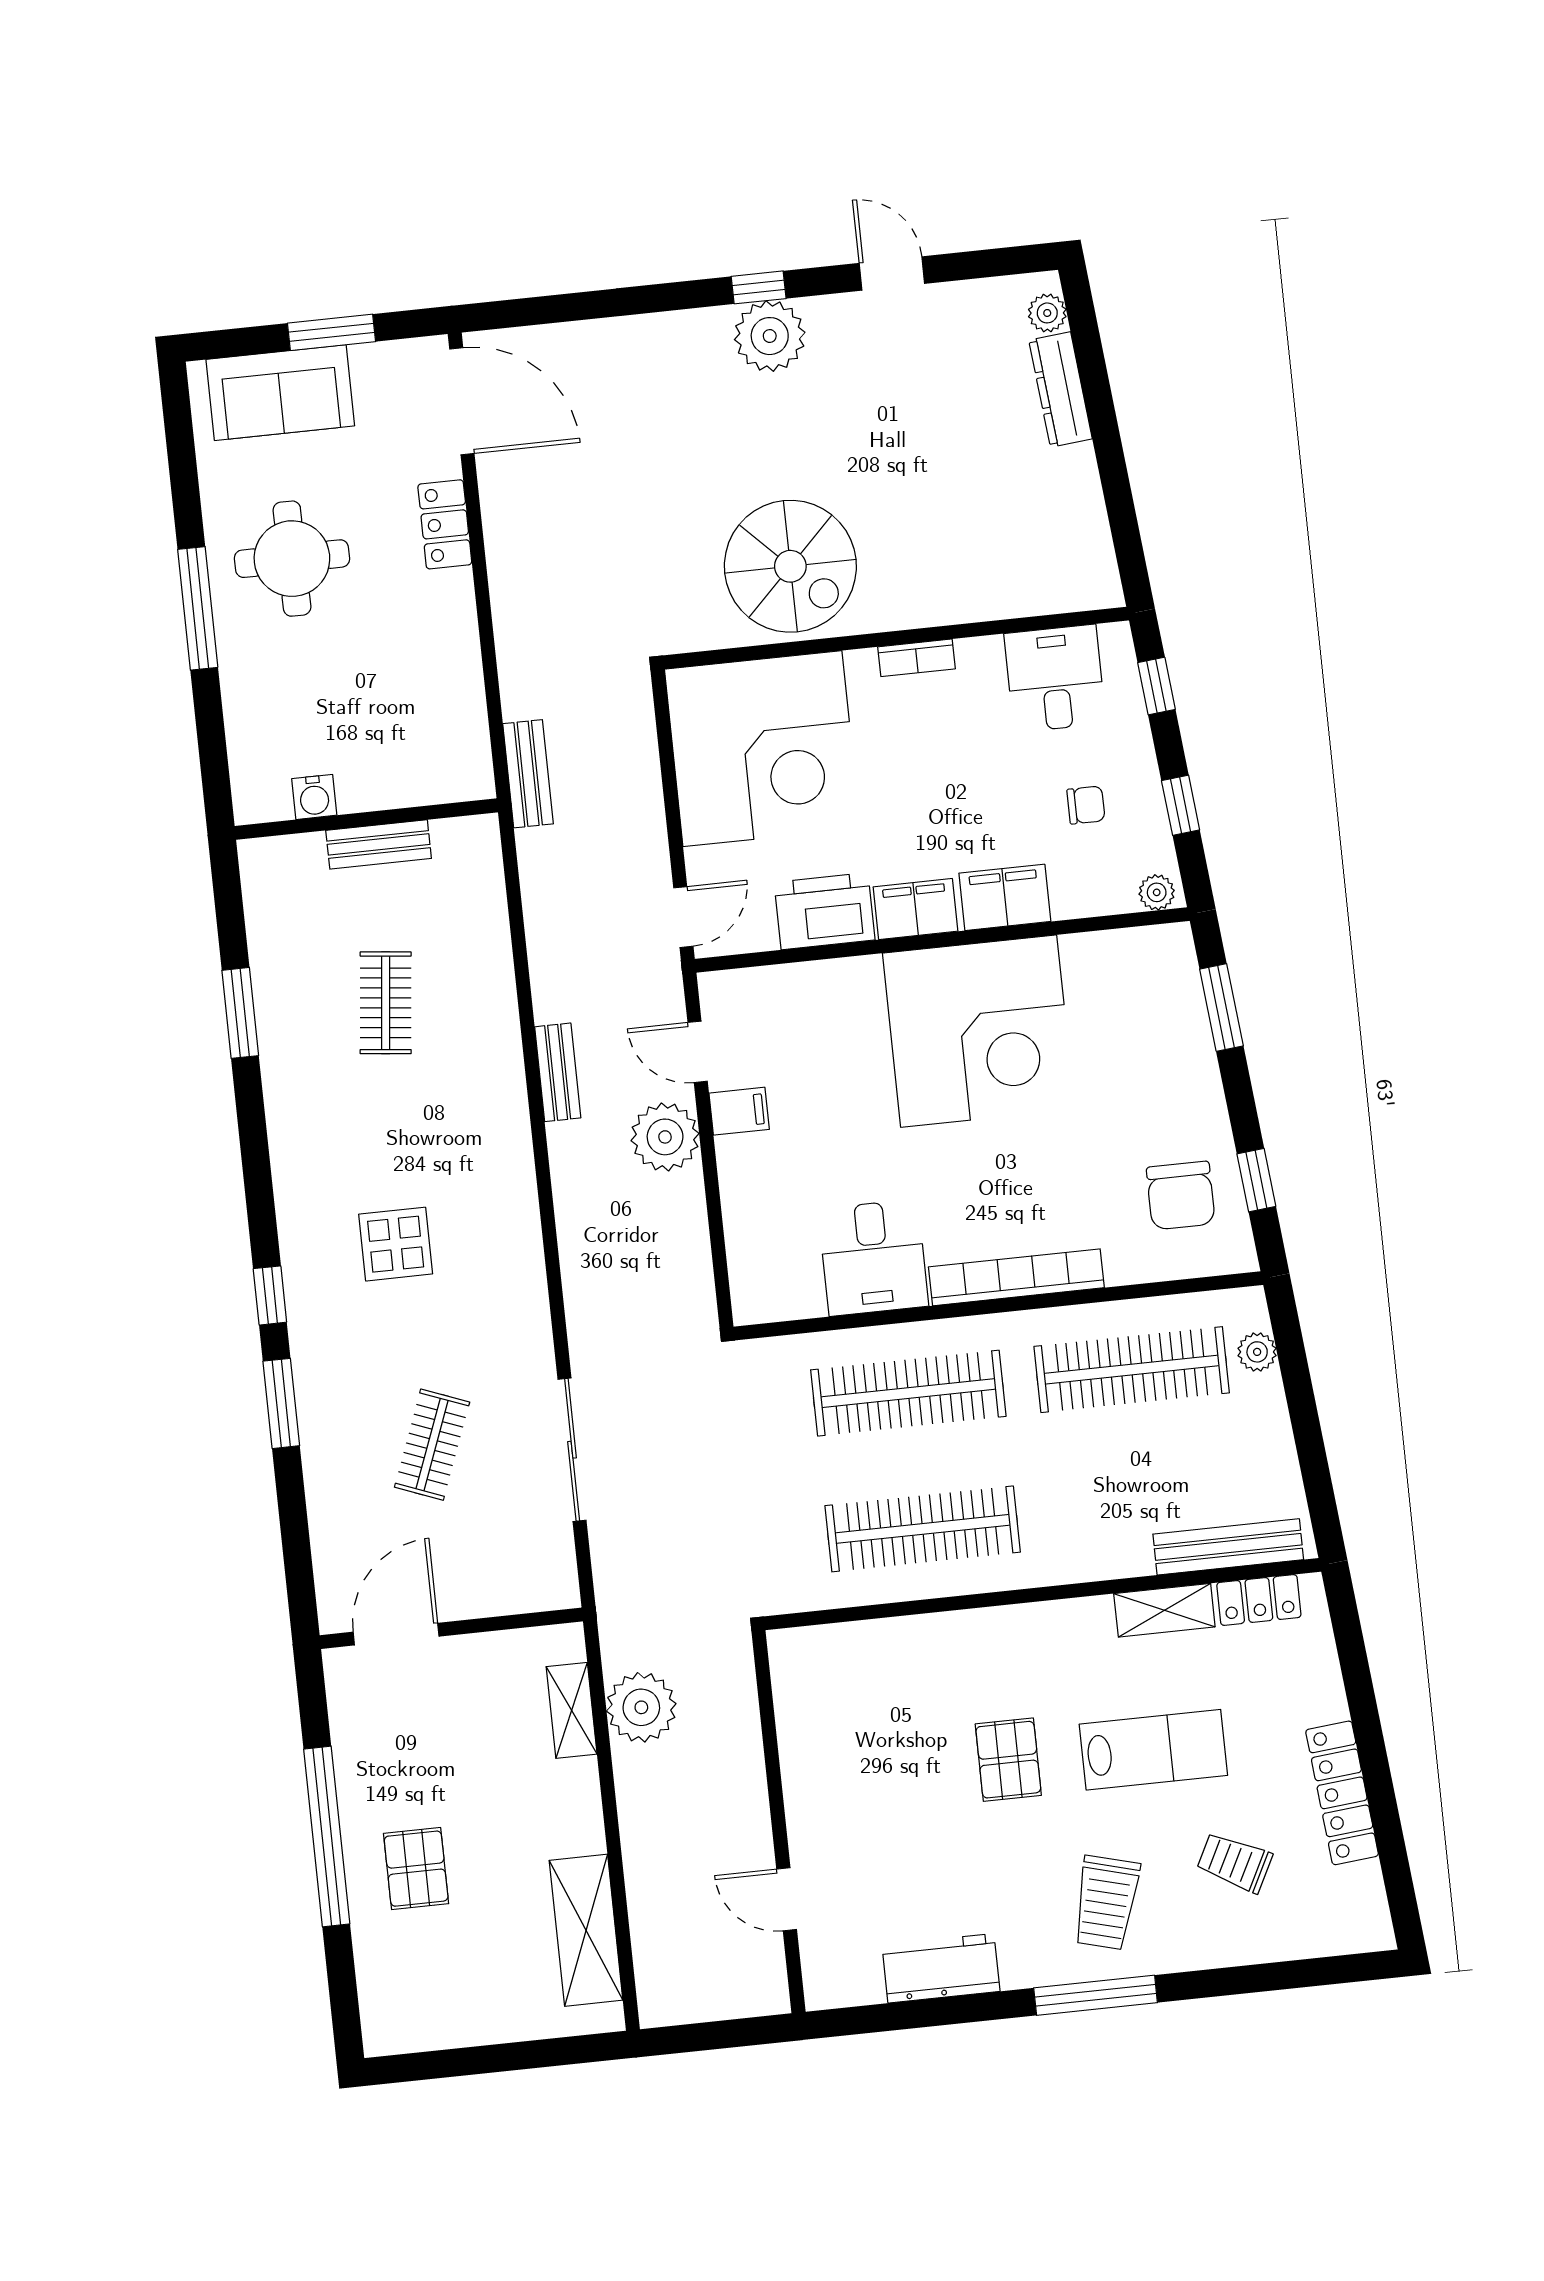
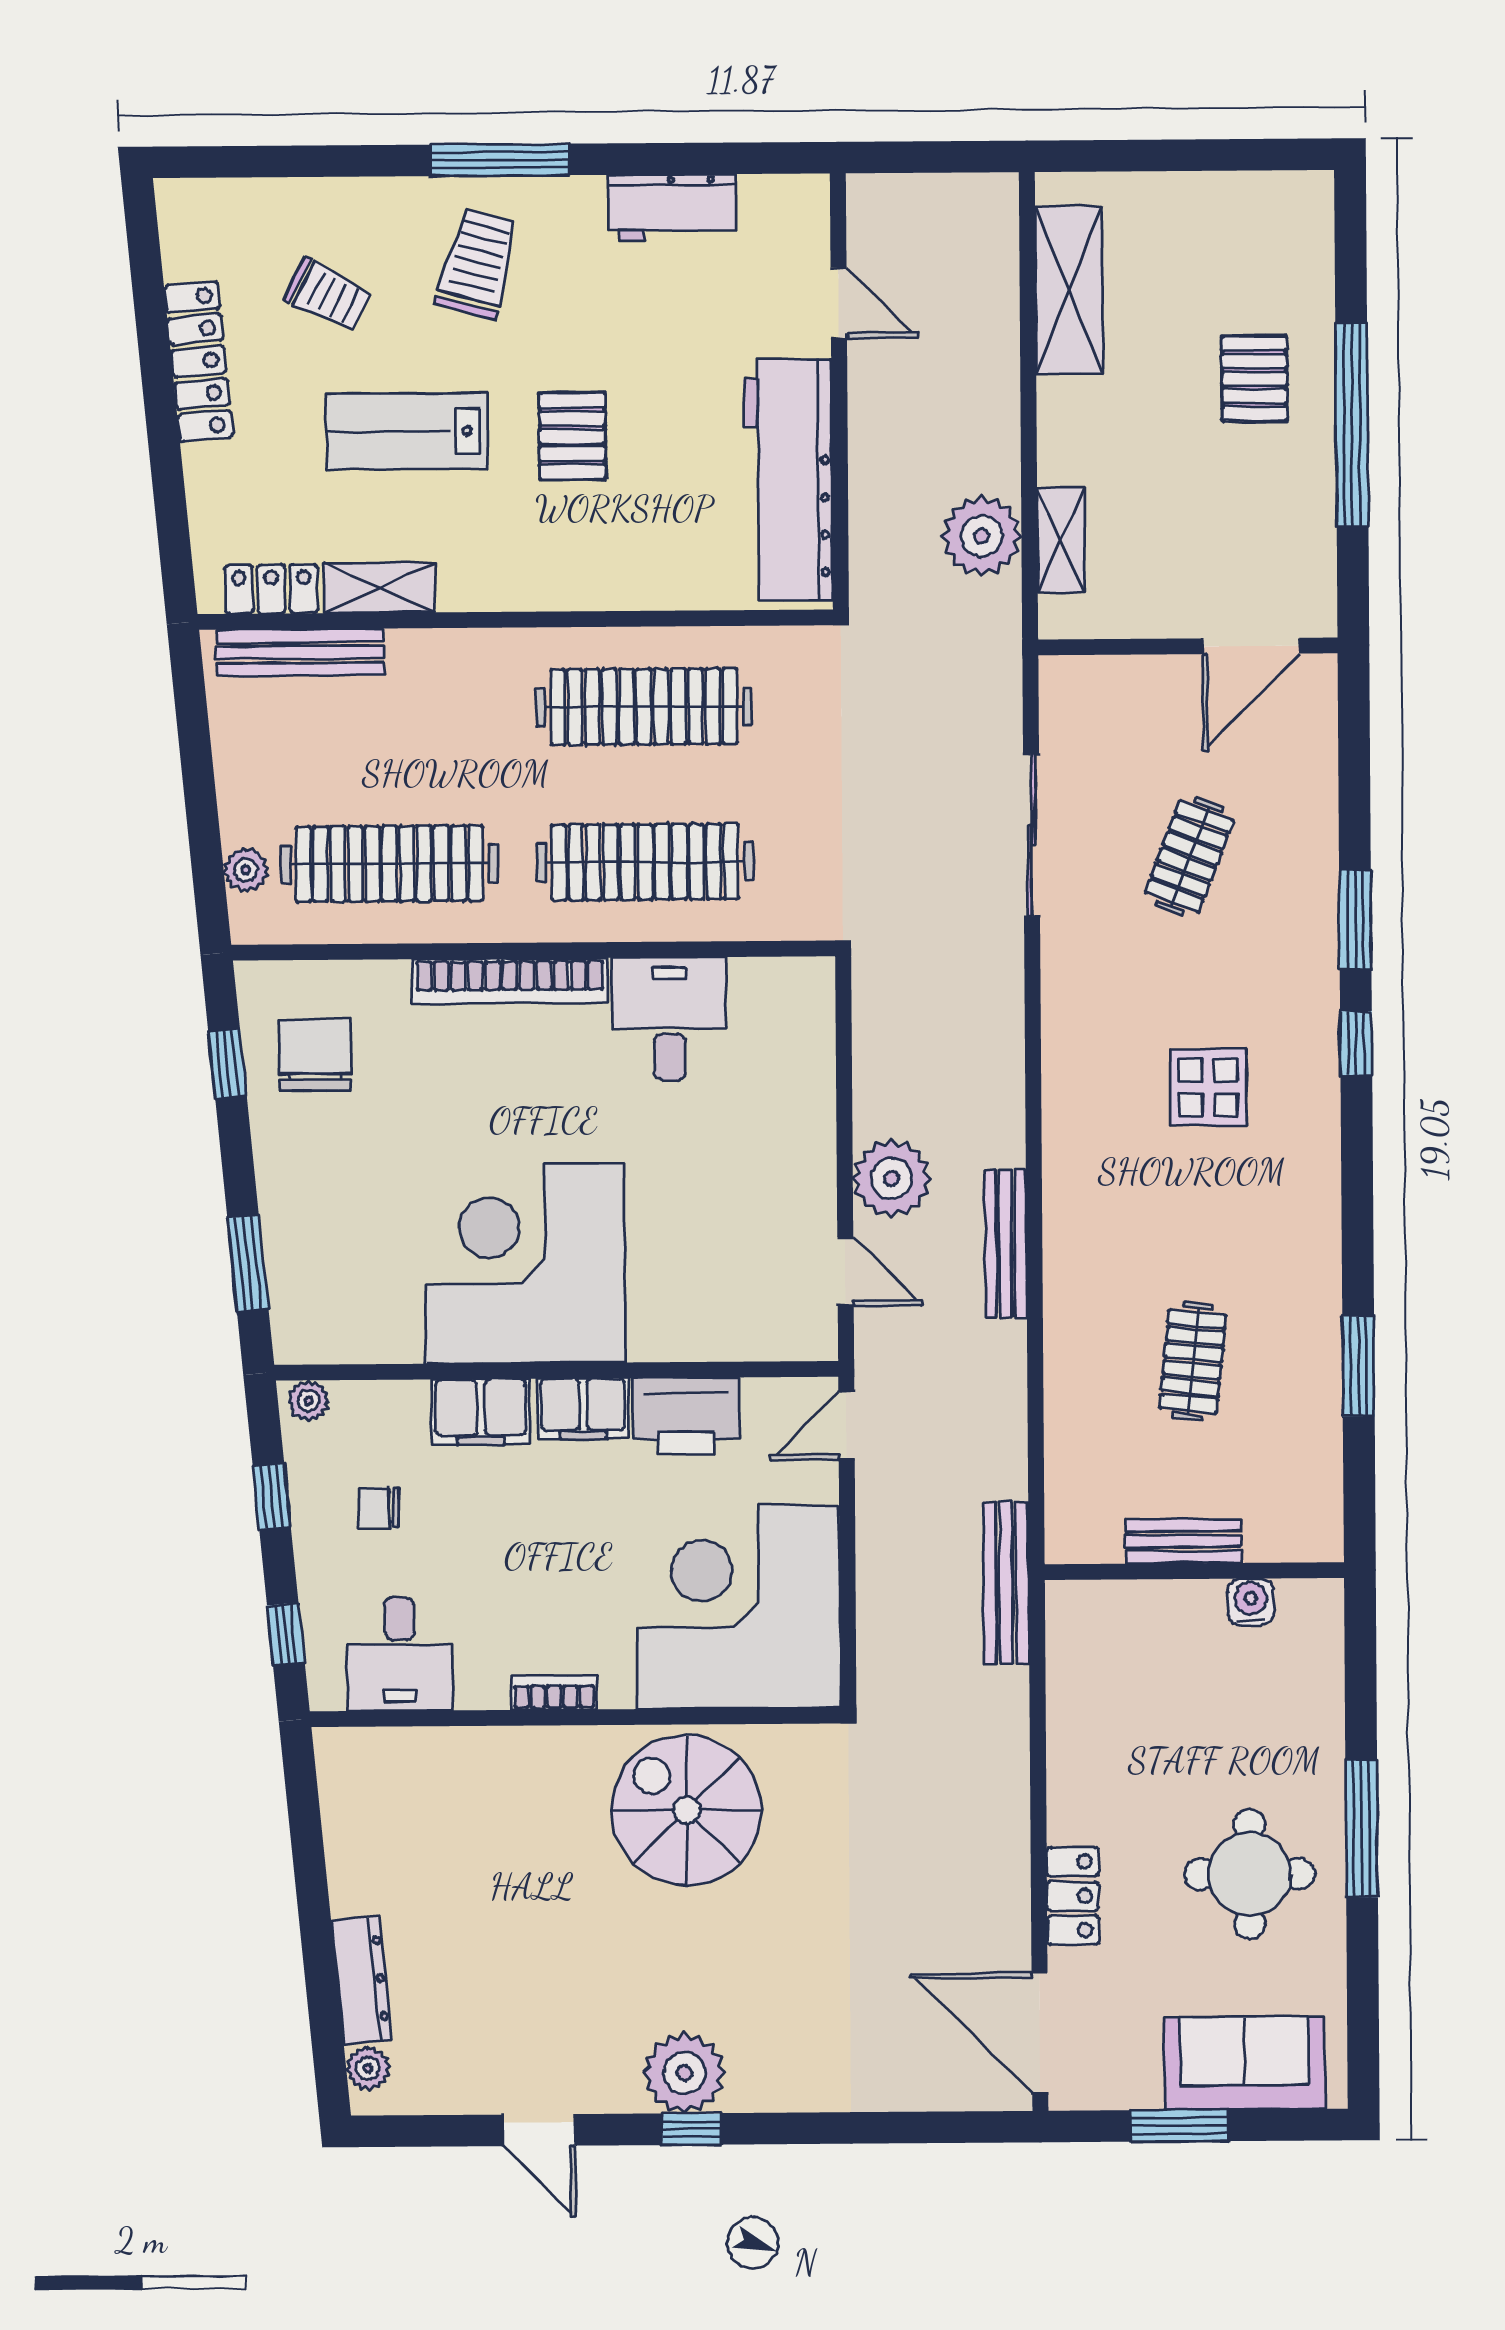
bench: (528, 774) -> (1006, 1583), width x1.36
bench: (558, 1072) -> (1006, 1244), width x1.36
filing cabinet: (739, 1111) -> (805, 1199), removed
workbench: (816, 1740) -> (788, 480), added

